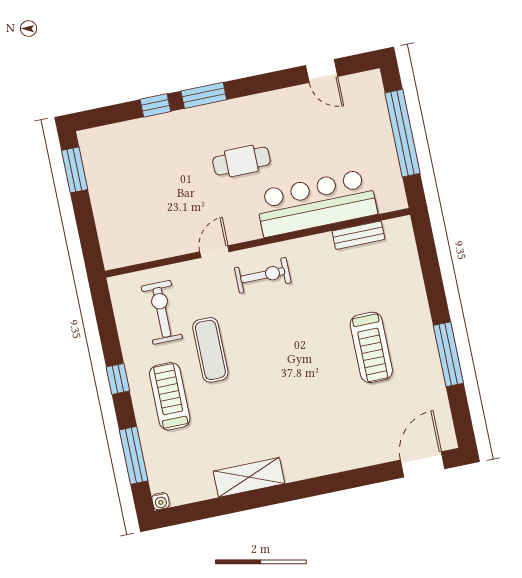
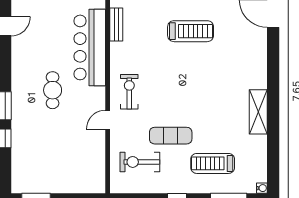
door: (214, 252) -> (108, 120), hinge flipped
treadmill: (170, 396) -> (213, 163), moved
shelving: (249, 477) -> (258, 112), moved

